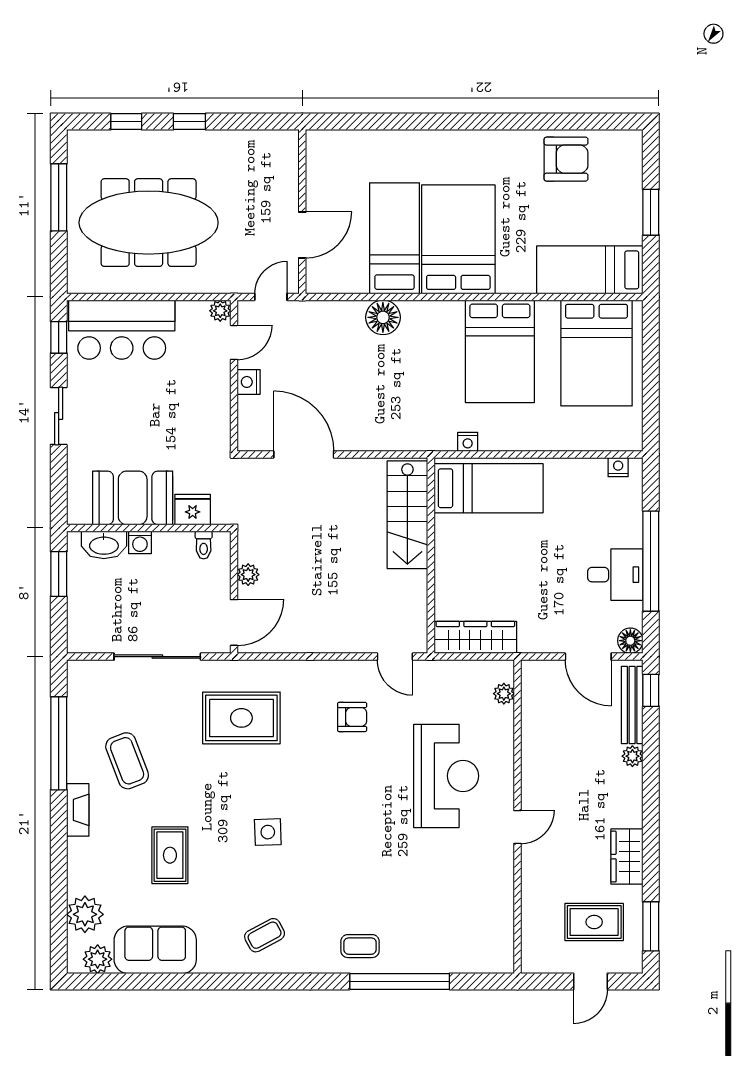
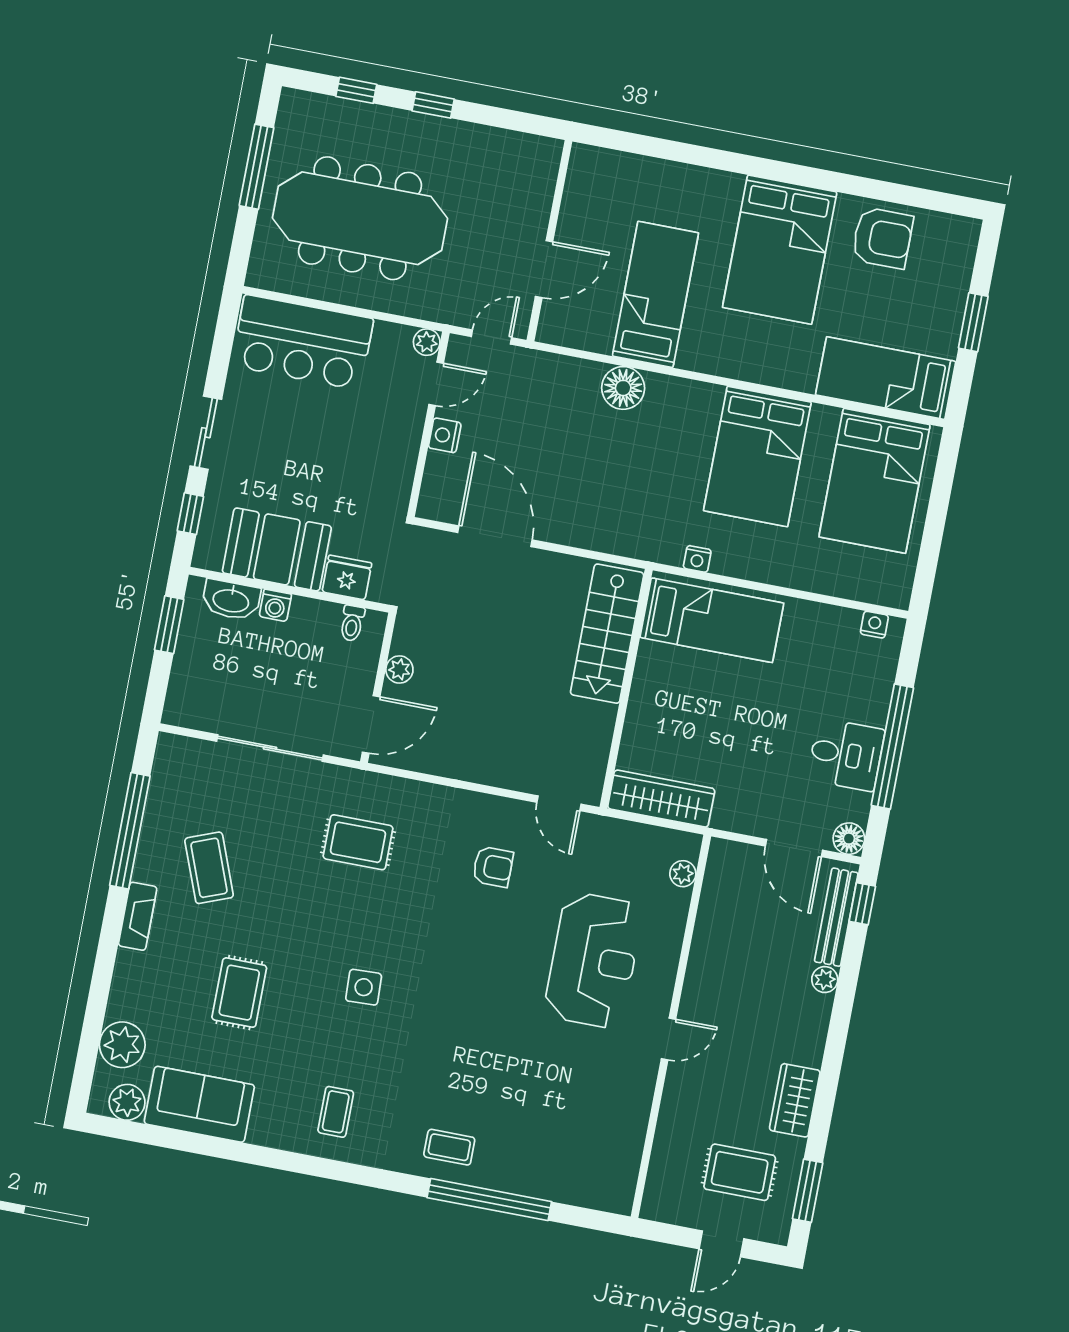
bed: (458, 239) -> (780, 250), moved, turned 180
window: (59, 337) -> (190, 514), moved
rug: (241, 718) -> (358, 842), width x0.73, depth x0.70
coffee table: (265, 935) -> (336, 1112), turned -62

